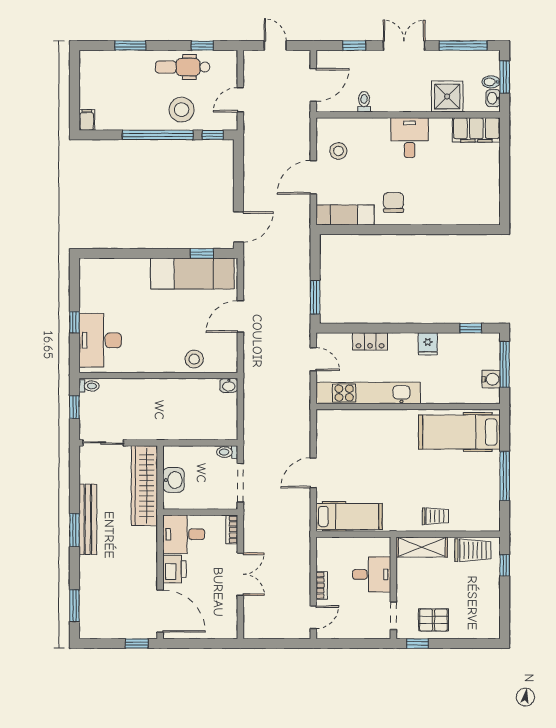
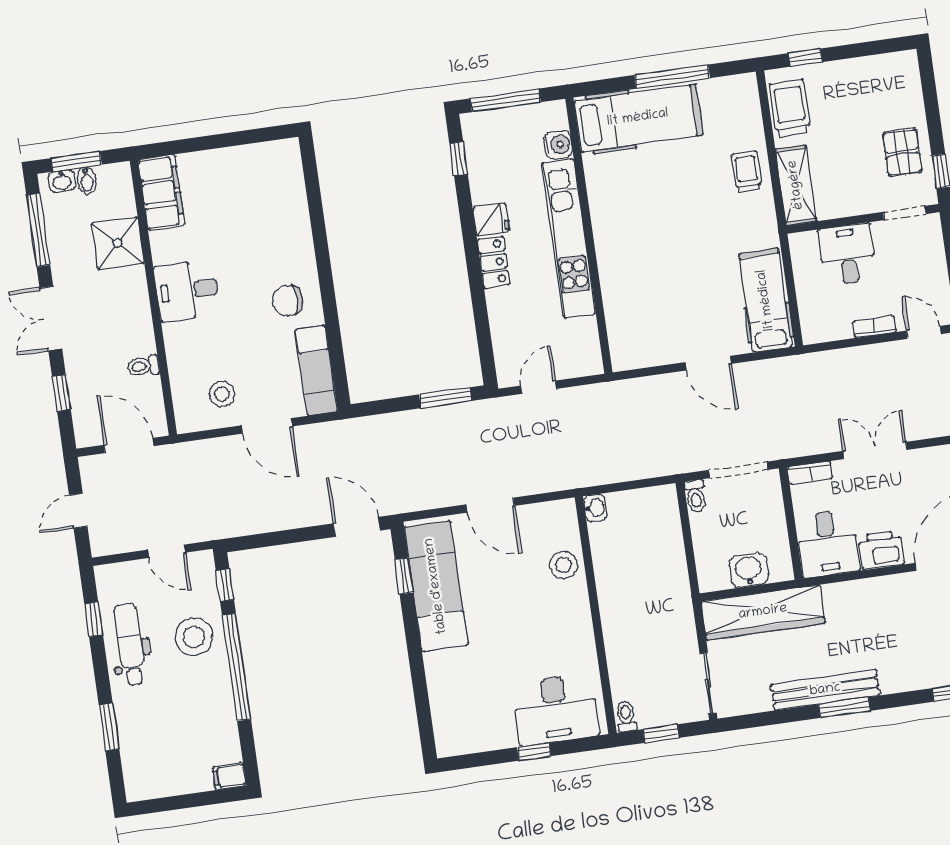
dental chair: (183, 67) -> (130, 644), turned 180
washbasin: (493, 98) -> (62, 181), moved
locker: (370, 341) -> (493, 262), moved
water cooler: (491, 379) -> (558, 145), moved, turned 90
kitchen unit: (368, 393) -> (569, 238), moved
hospital bed: (459, 432) -> (638, 118), moved, turned -90

